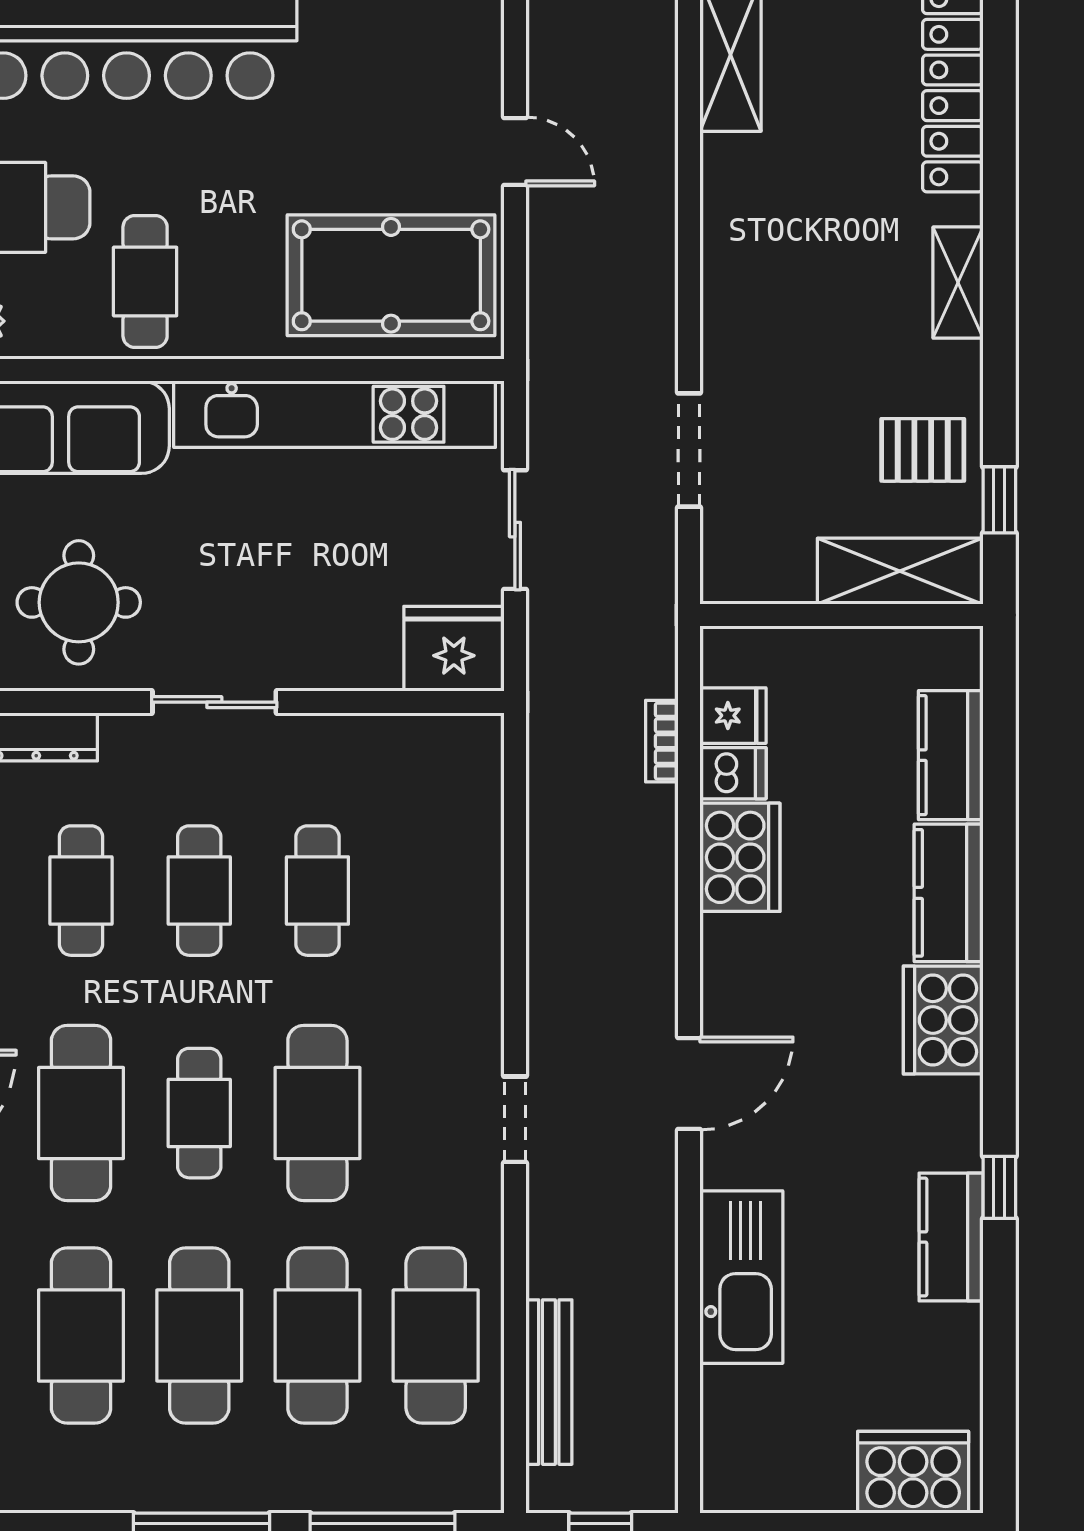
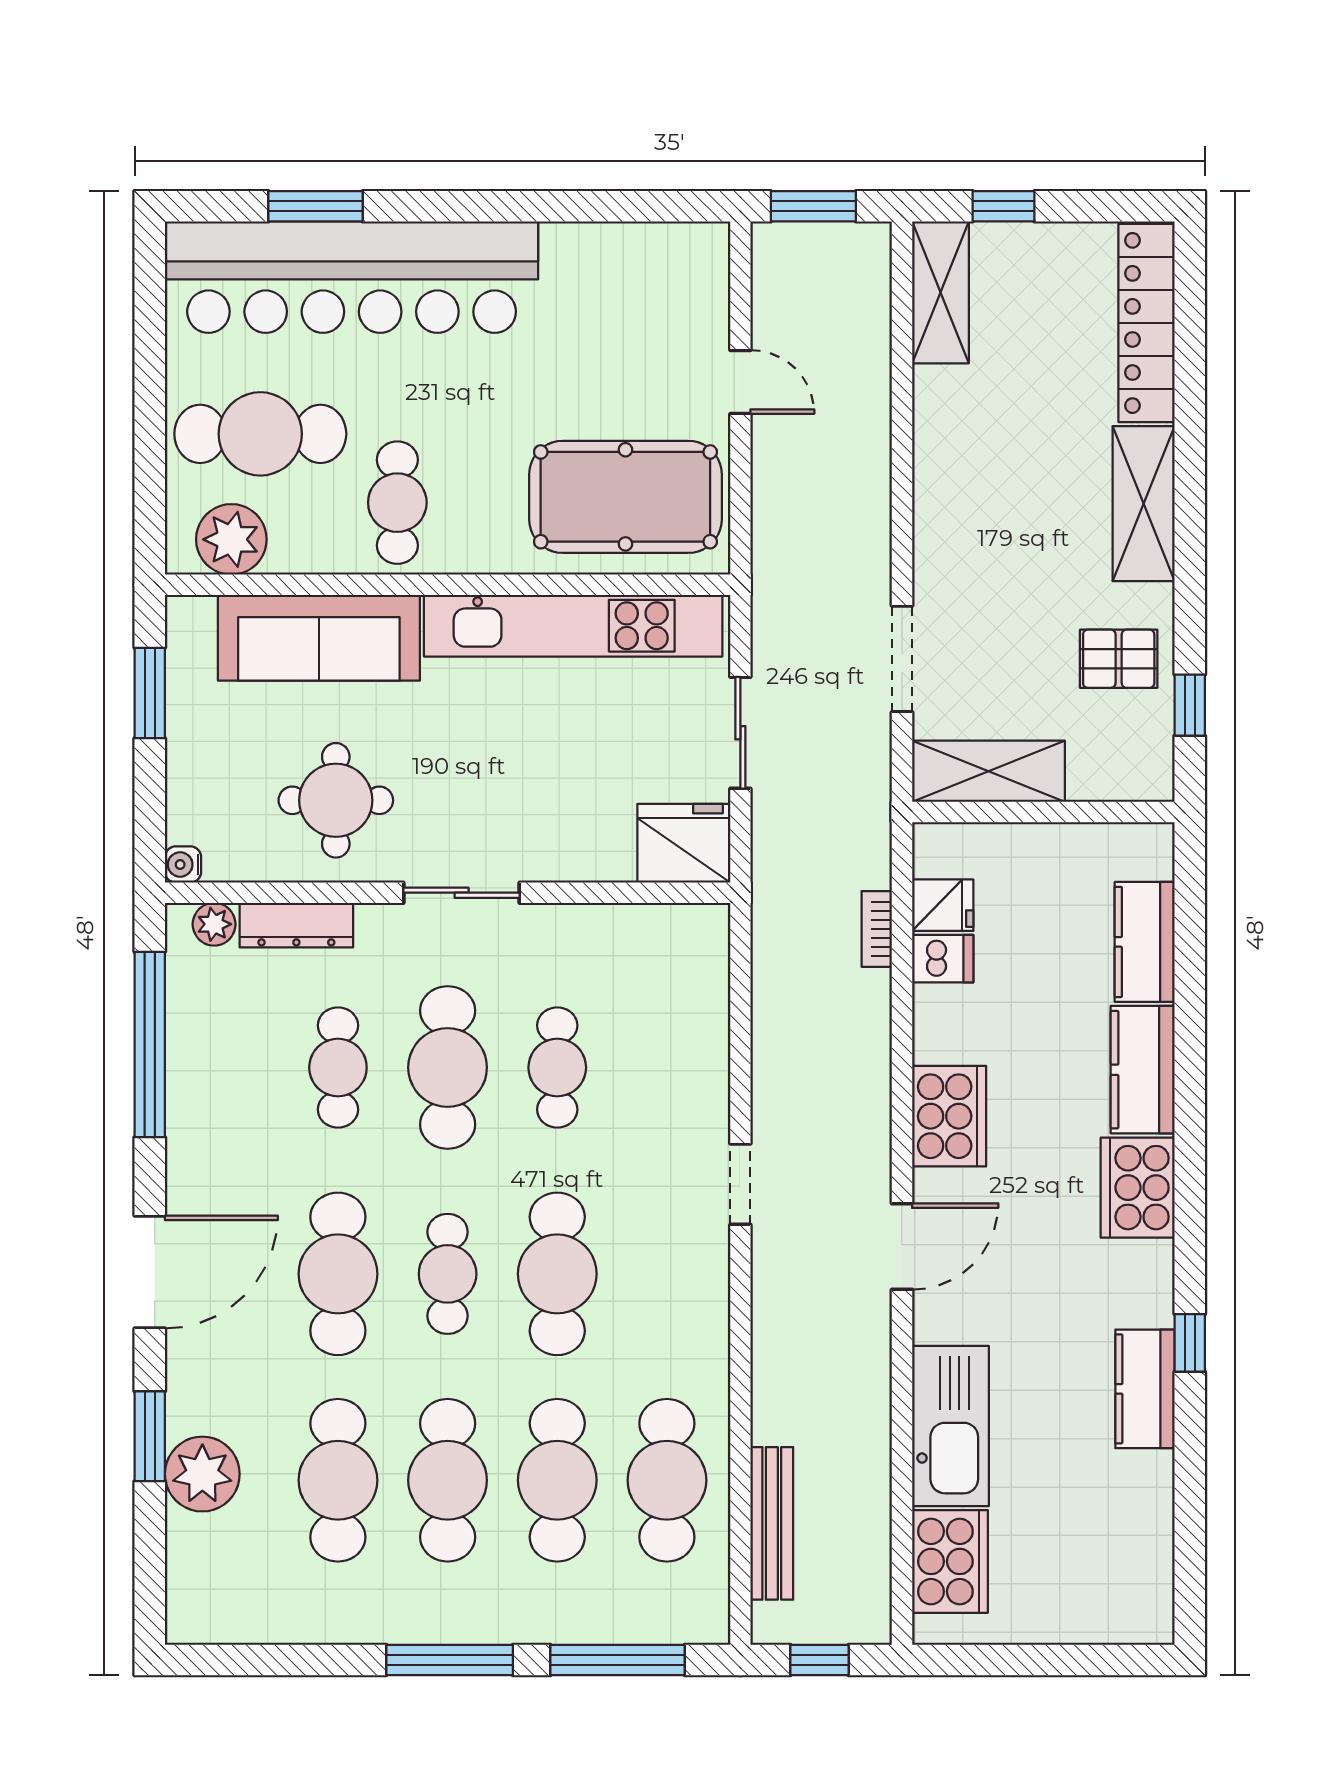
shelving: (958, 283) -> (1144, 504), width x1.50, depth x1.33
shelving: (900, 571) -> (988, 771), moved
cooker: (740, 857) -> (949, 1116), moved
cafe table: (199, 891) -> (448, 1068), width x1.37, depth x1.35
doorway: (515, 1119) -> (740, 1184), moved
cooker: (913, 1472) -> (950, 1561), moved, turned 90

